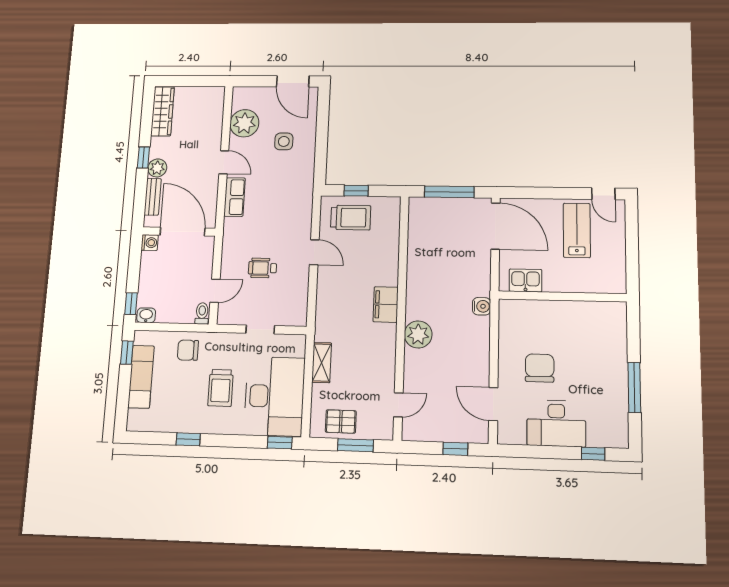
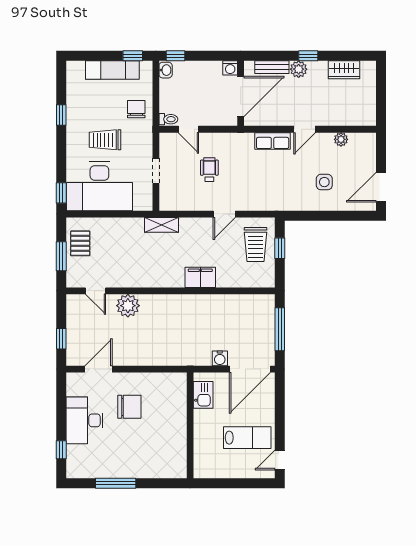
wardrobe: (163, 111) -> (344, 70), width x0.67
plant: (244, 123) -> (341, 139), width x0.53, depth x0.53
filing cabinet: (386, 304) -> (200, 277), moved
water cooler: (482, 306) -> (220, 358), moved
plant: (418, 334) -> (128, 306), moved
shelving: (322, 363) -> (161, 225), moved

